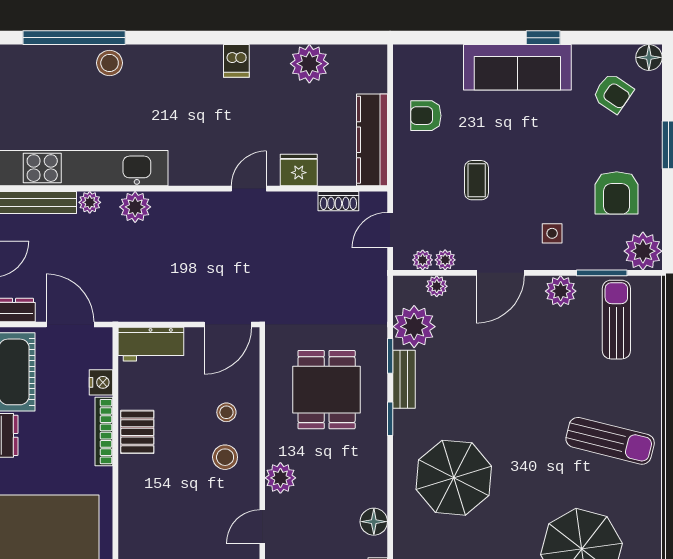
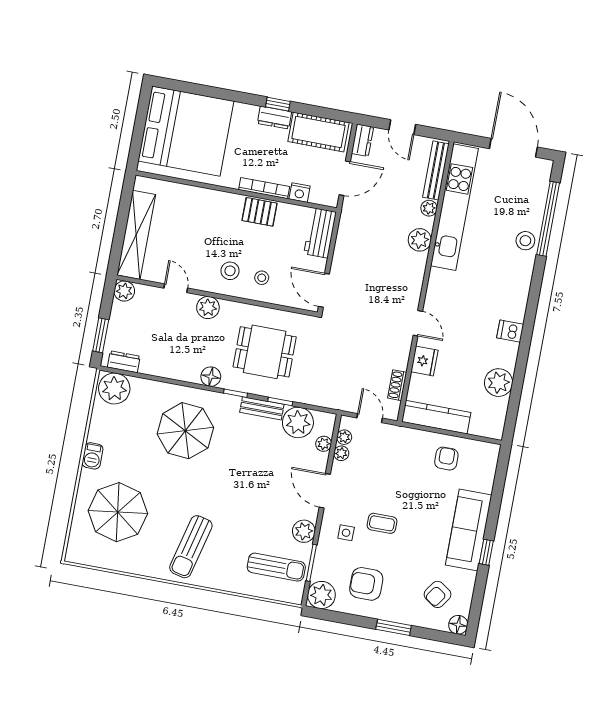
coffee table: (477, 180) -> (382, 523), moved
floor lamp: (374, 522) -> (211, 377), moved

